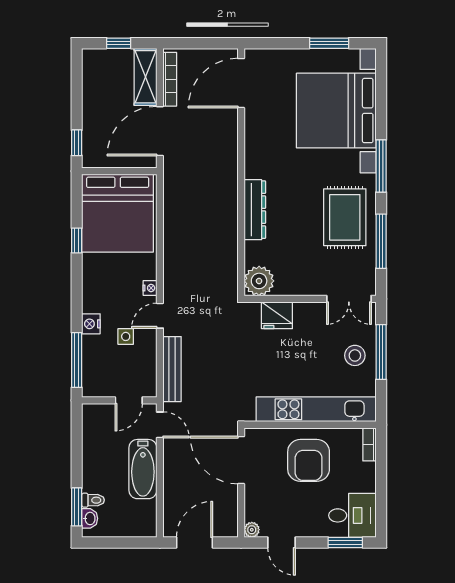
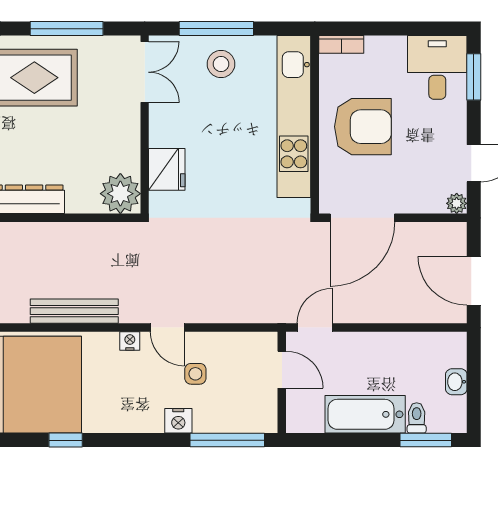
bench: (172, 369) -> (74, 311), moved
bathtub: (143, 469) -> (365, 414), moved, turned 180
washbasin: (90, 518) -> (456, 382), moved, turned -90

